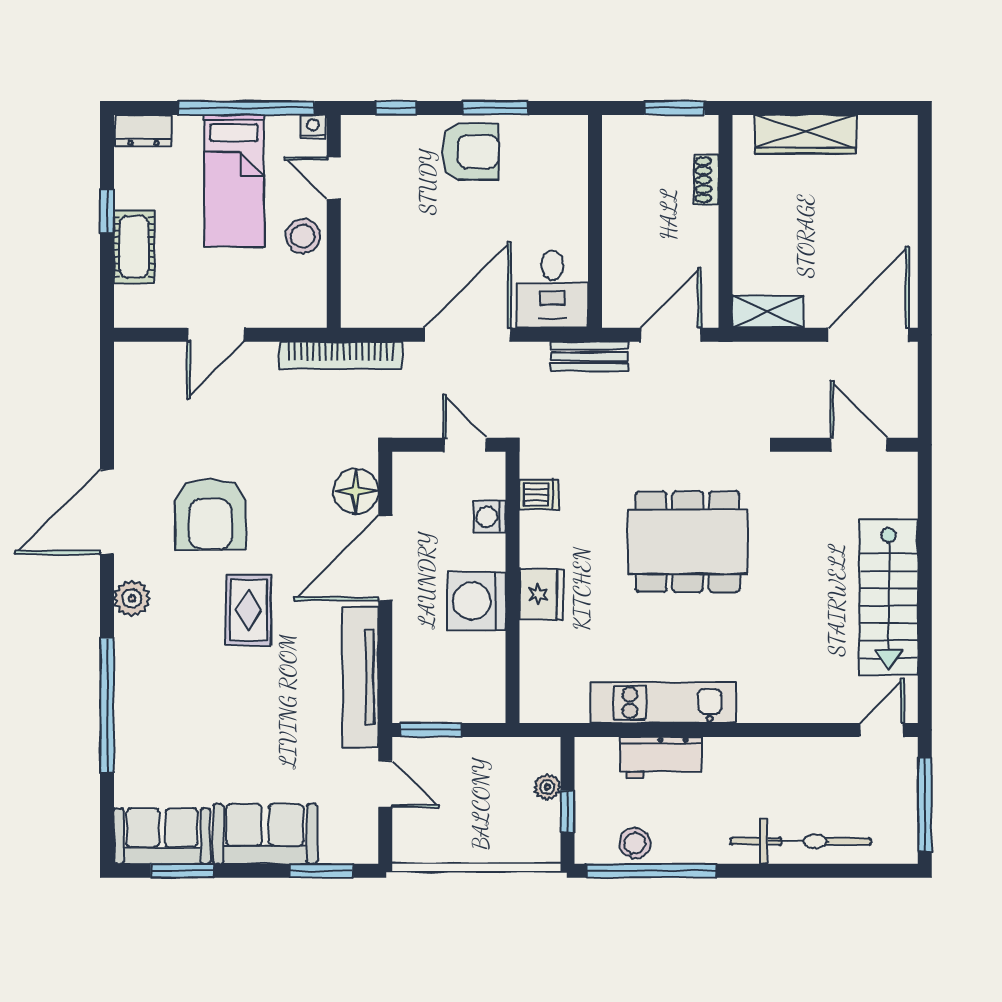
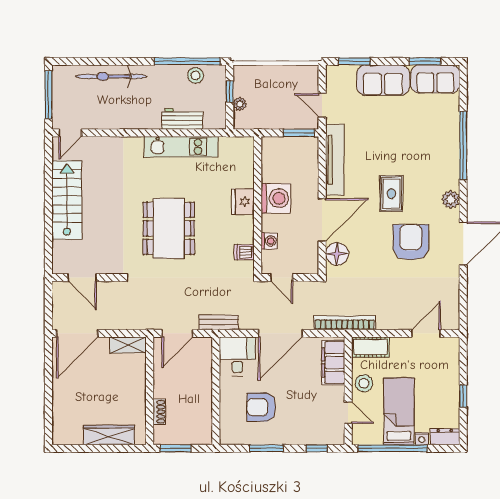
nightstand: (313, 127) -> (422, 439), moved
armchair: (470, 152) -> (261, 407), moved
cot: (134, 247) -> (370, 347), moved, turned 90
filing cabinet: (363, 277) -> (333, 362), added
door: (216, 335) -> (426, 333), moved
dining table: (688, 542) -> (169, 228), turned 90

